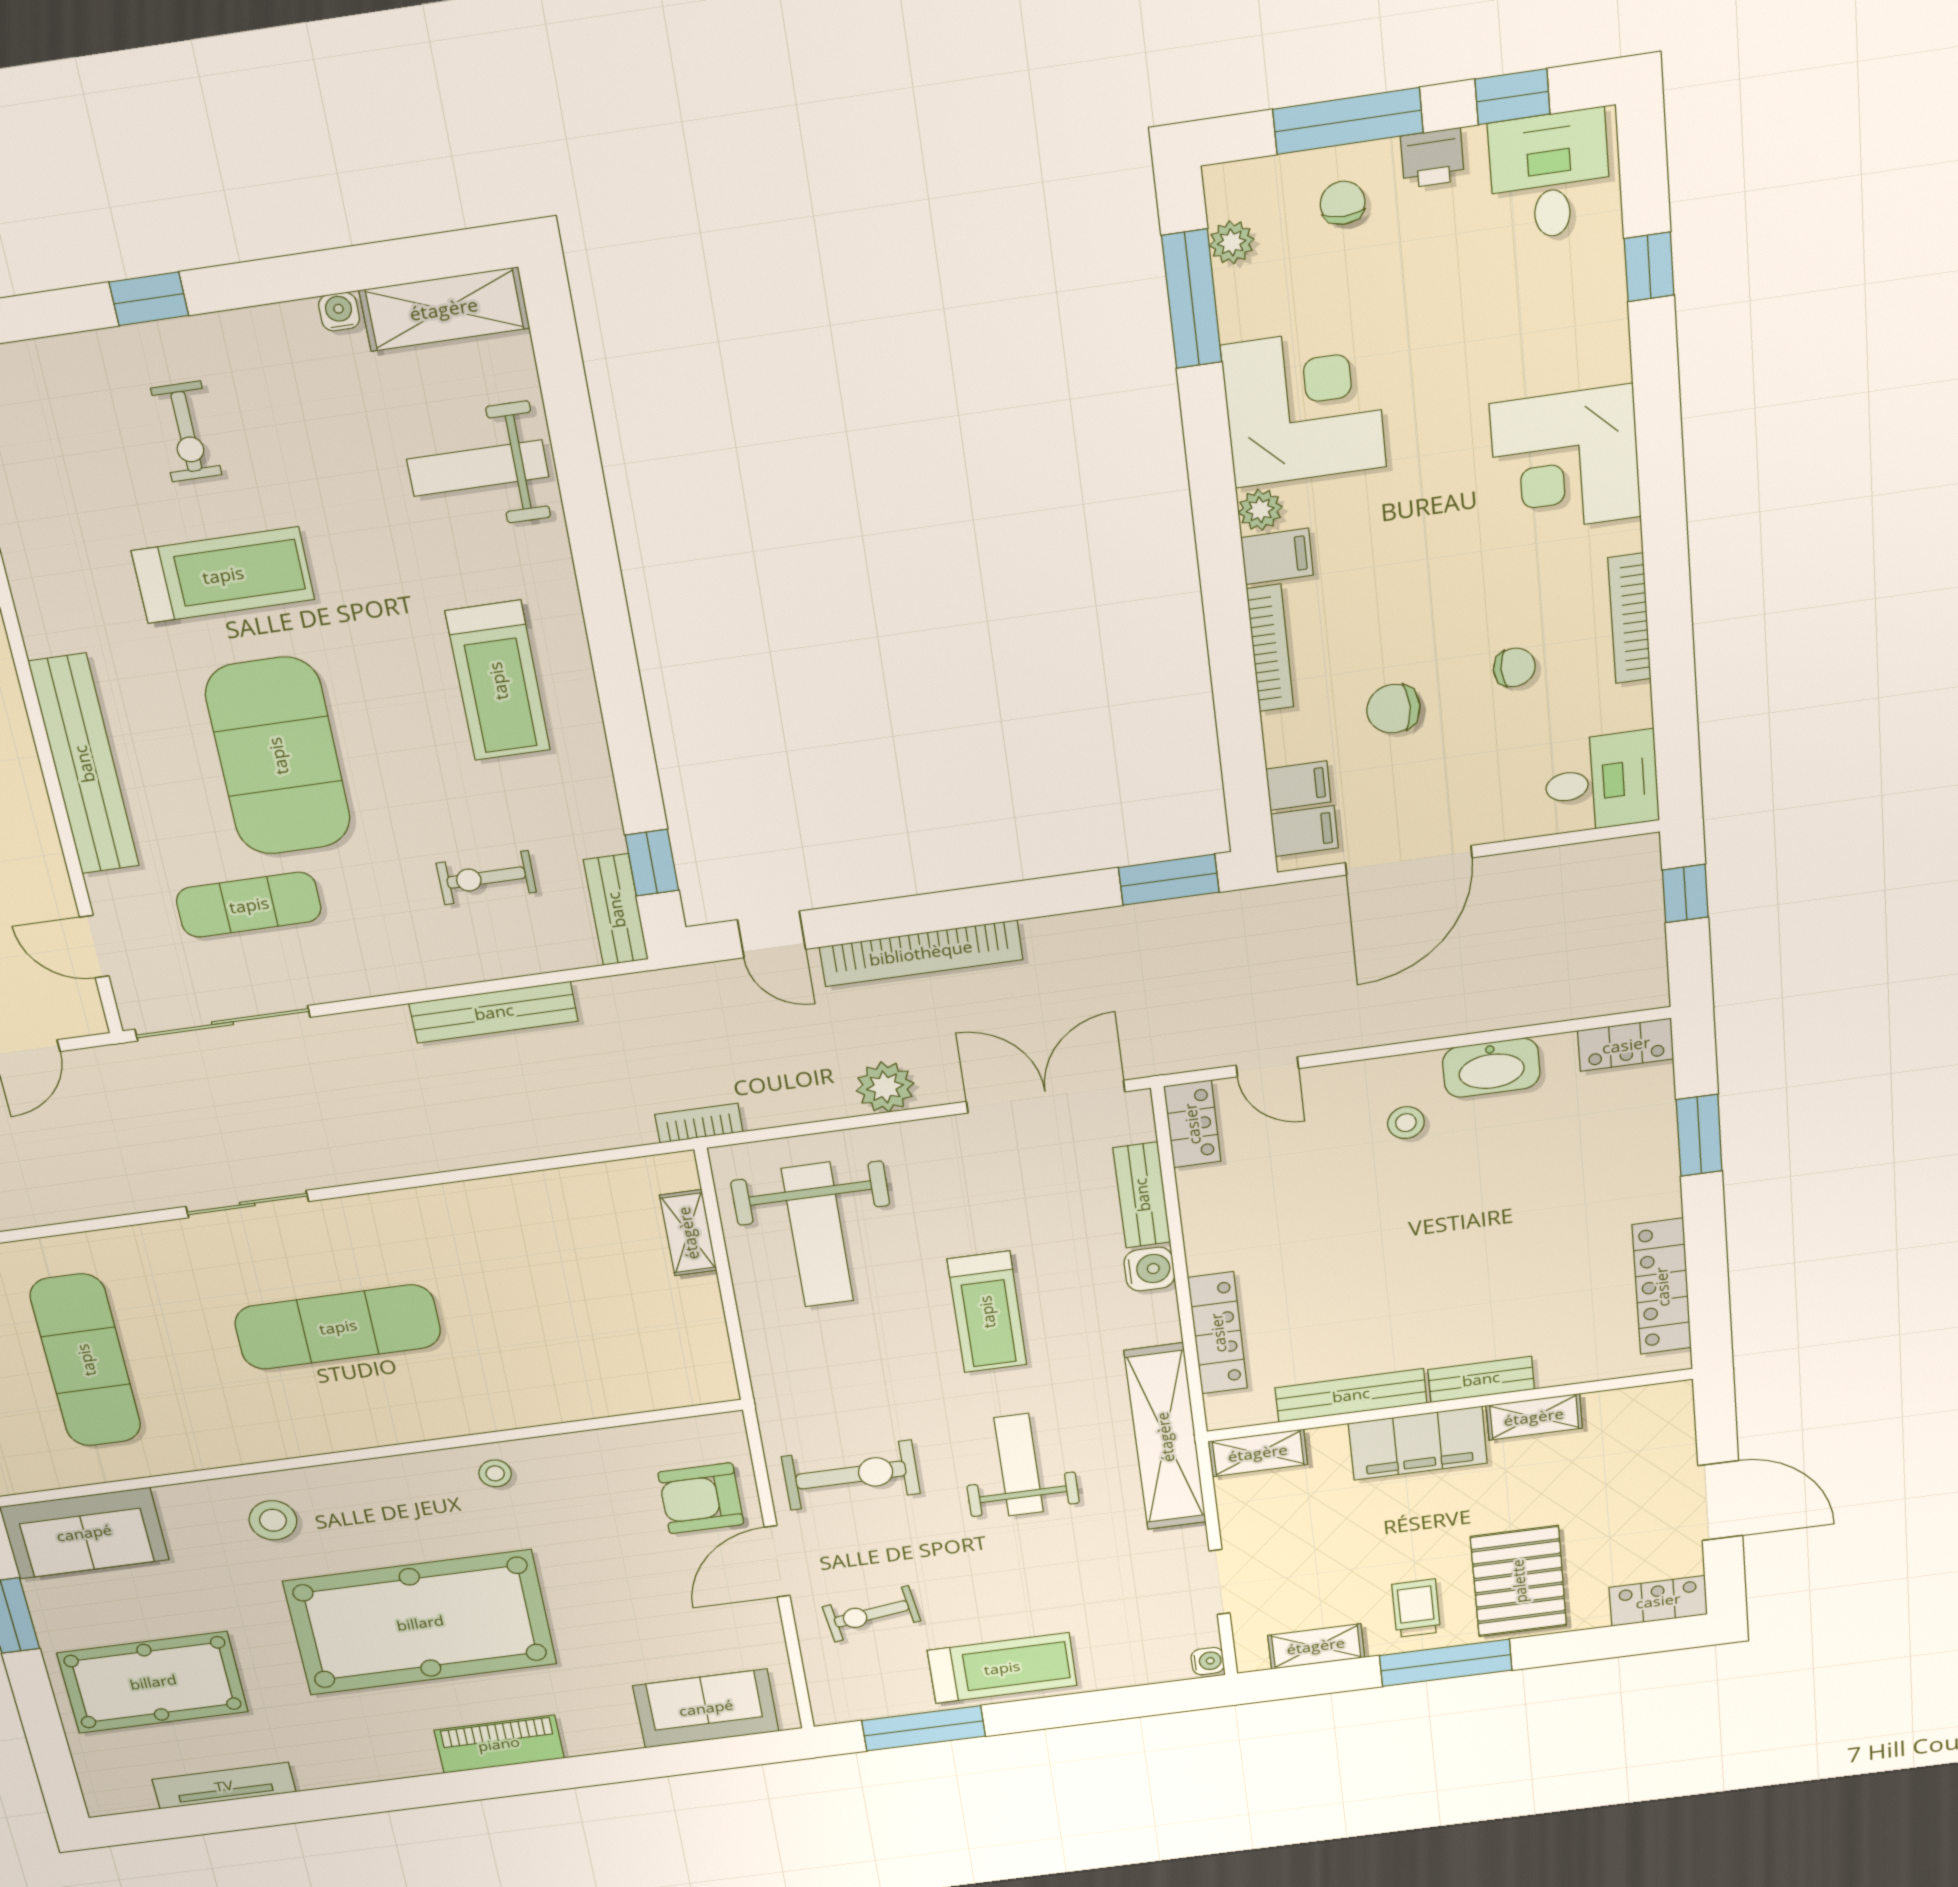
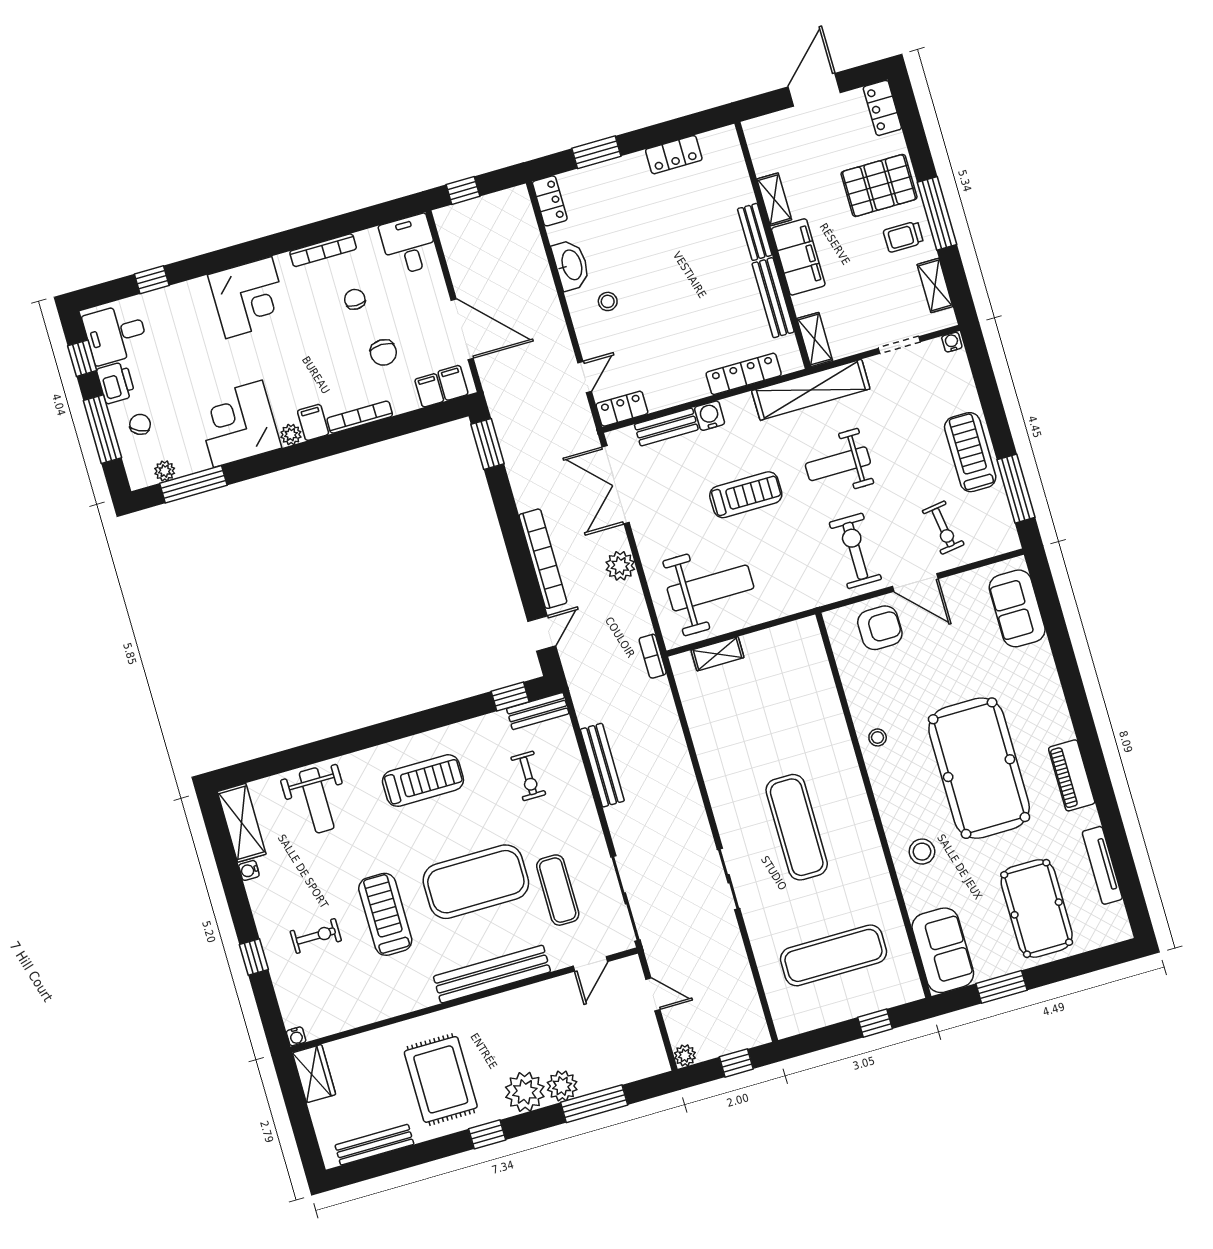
printer: (1432, 158) -> (116, 383), width x1.36, depth x1.24
chair: (1343, 203) -> (140, 424), turned 116
locker: (1662, 1287) -> (674, 155), width x0.66
armchair: (701, 1498) -> (880, 628), turned -90
piano: (499, 1744) -> (1072, 775), moved

